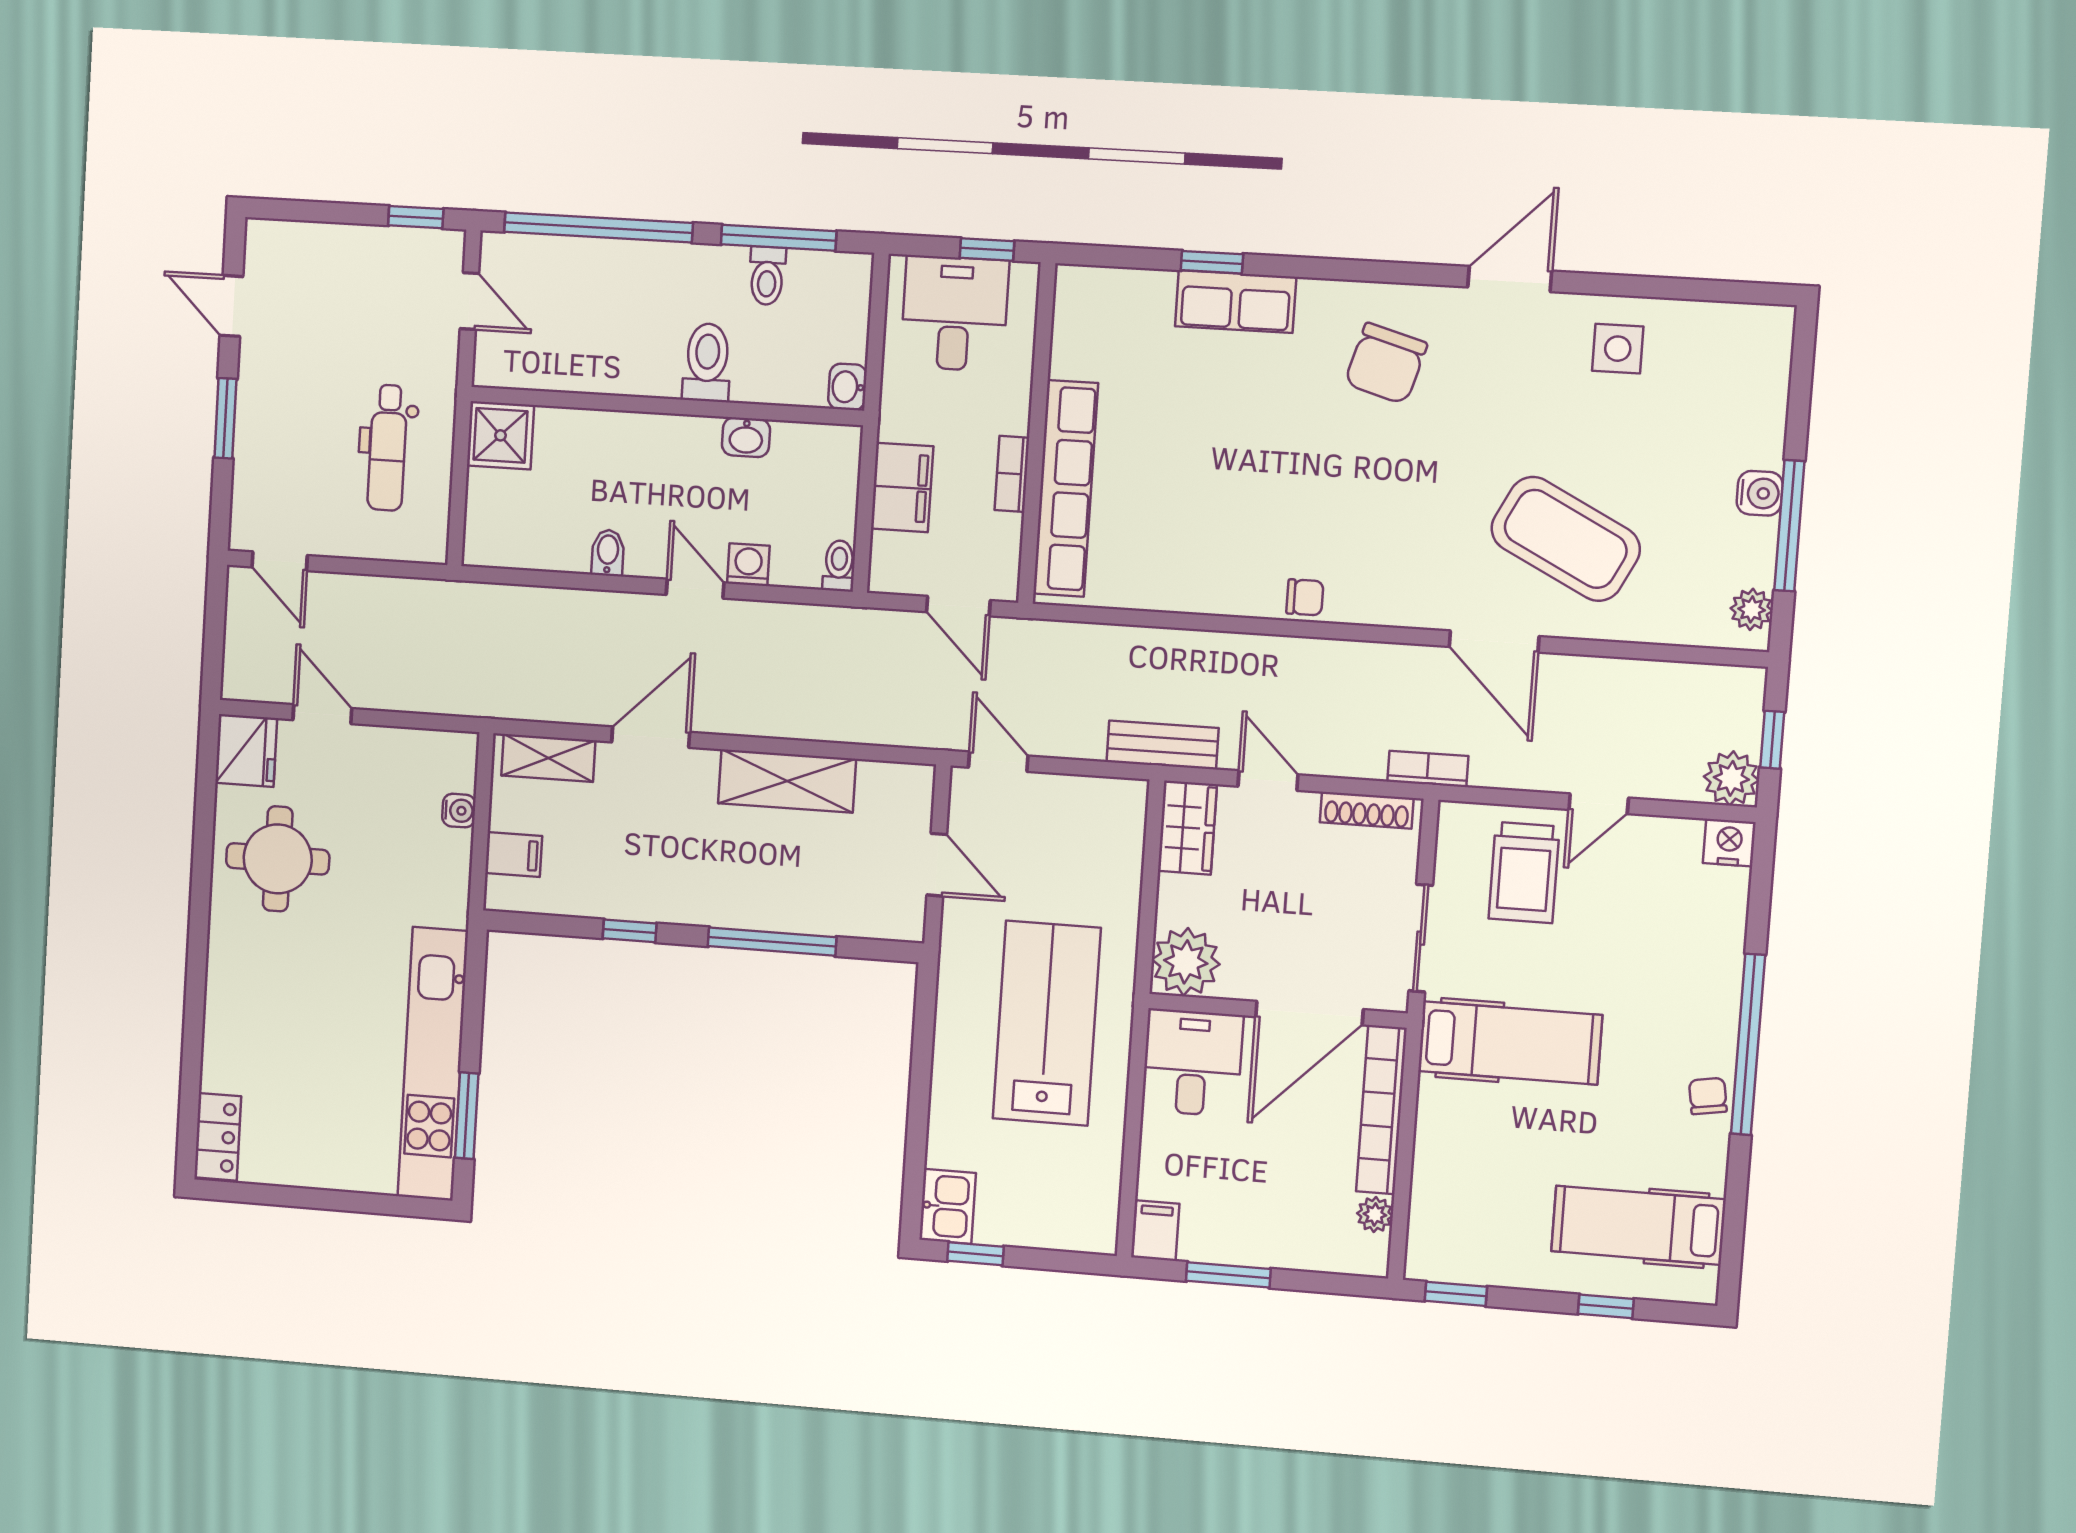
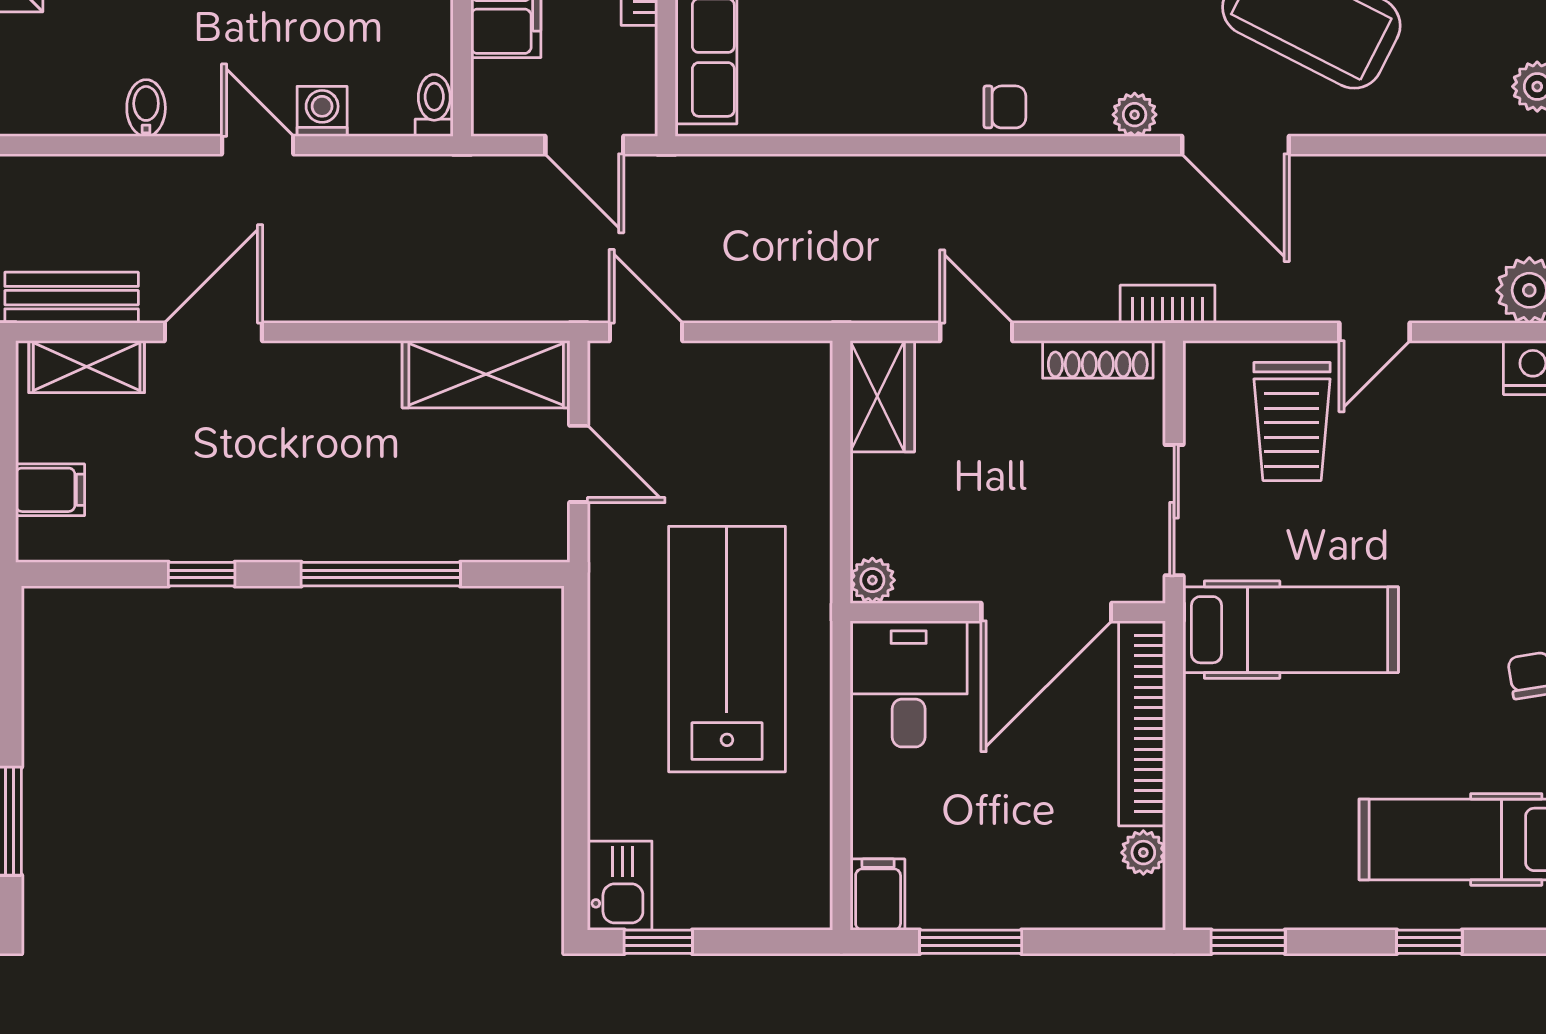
plant: (1412, 611) -> (1135, 115), added
bench: (1163, 745) -> (72, 298), moved
shelving: (787, 781) -> (486, 374), moved
plant: (1186, 962) -> (872, 580), width x0.53, depth x0.53

